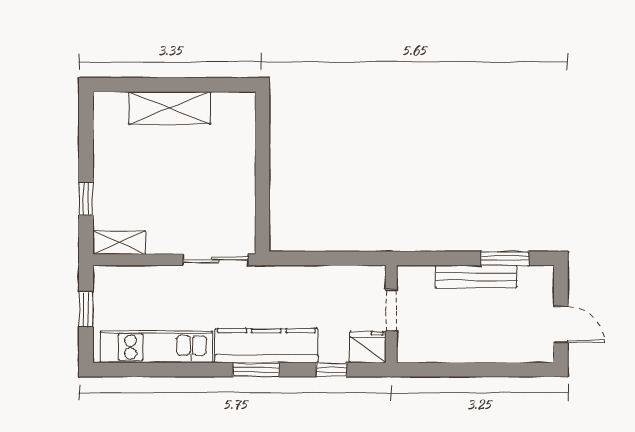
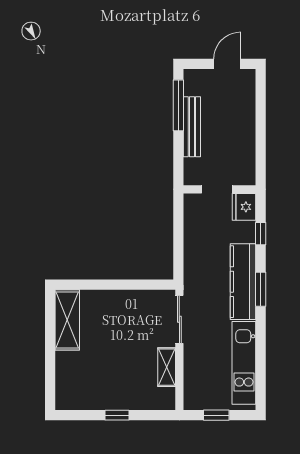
shelving: (170, 108) -> (67, 320), moved
window: (86, 199) -> (117, 415), moved
shelving: (119, 242) -> (167, 367), moved
window: (505, 258) -> (178, 105), width x1.44

